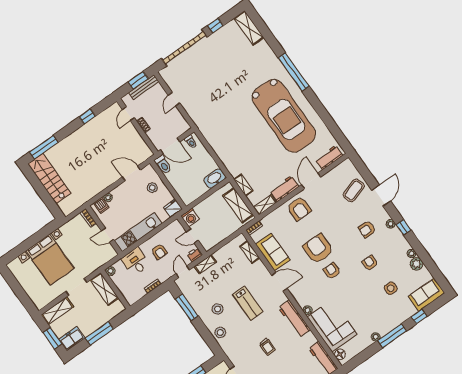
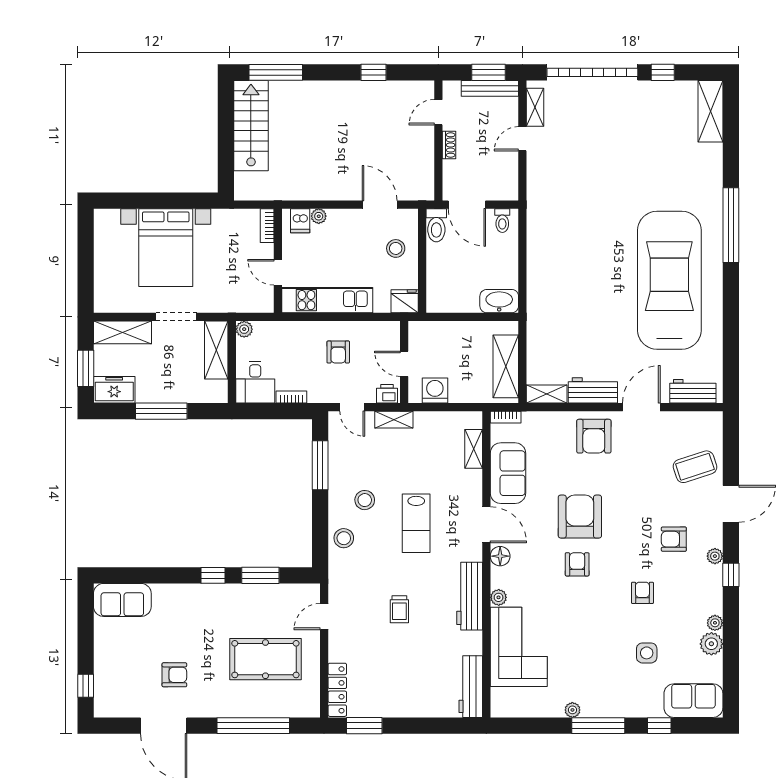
car: (284, 116) -> (669, 280), turned 180
shelving: (243, 185) -> (535, 107), moved
washing machine: (190, 217) -> (435, 390), moved, turned 180
desk: (135, 262) -> (255, 382), moved, turned 180
door: (183, 272) -> (352, 407), swing flipped
floor lamp: (340, 354) -> (500, 556), moved

